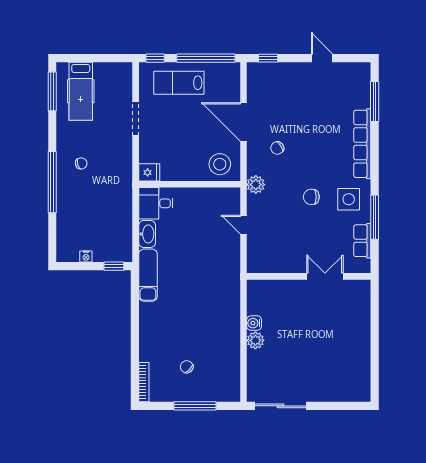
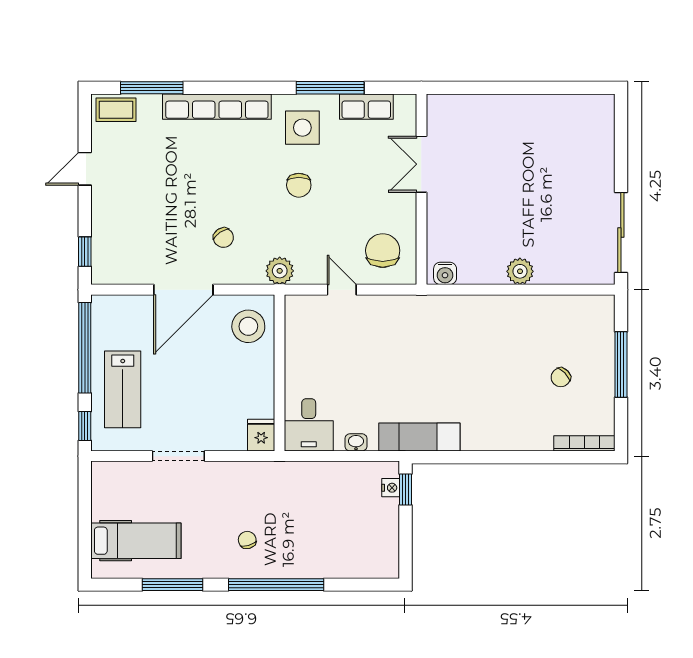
coffee table: (360, 78) -> (116, 110), added
window: (52, 91) -> (172, 585), moved
door: (244, 225) -> (342, 290), swing flipped
washbasin: (147, 234) -> (356, 442), width x0.52, depth x0.69
chair: (269, 251) -> (383, 251), added
nightstand: (86, 256) -> (391, 488), moved
water cooler: (254, 323) -> (445, 273), moved

